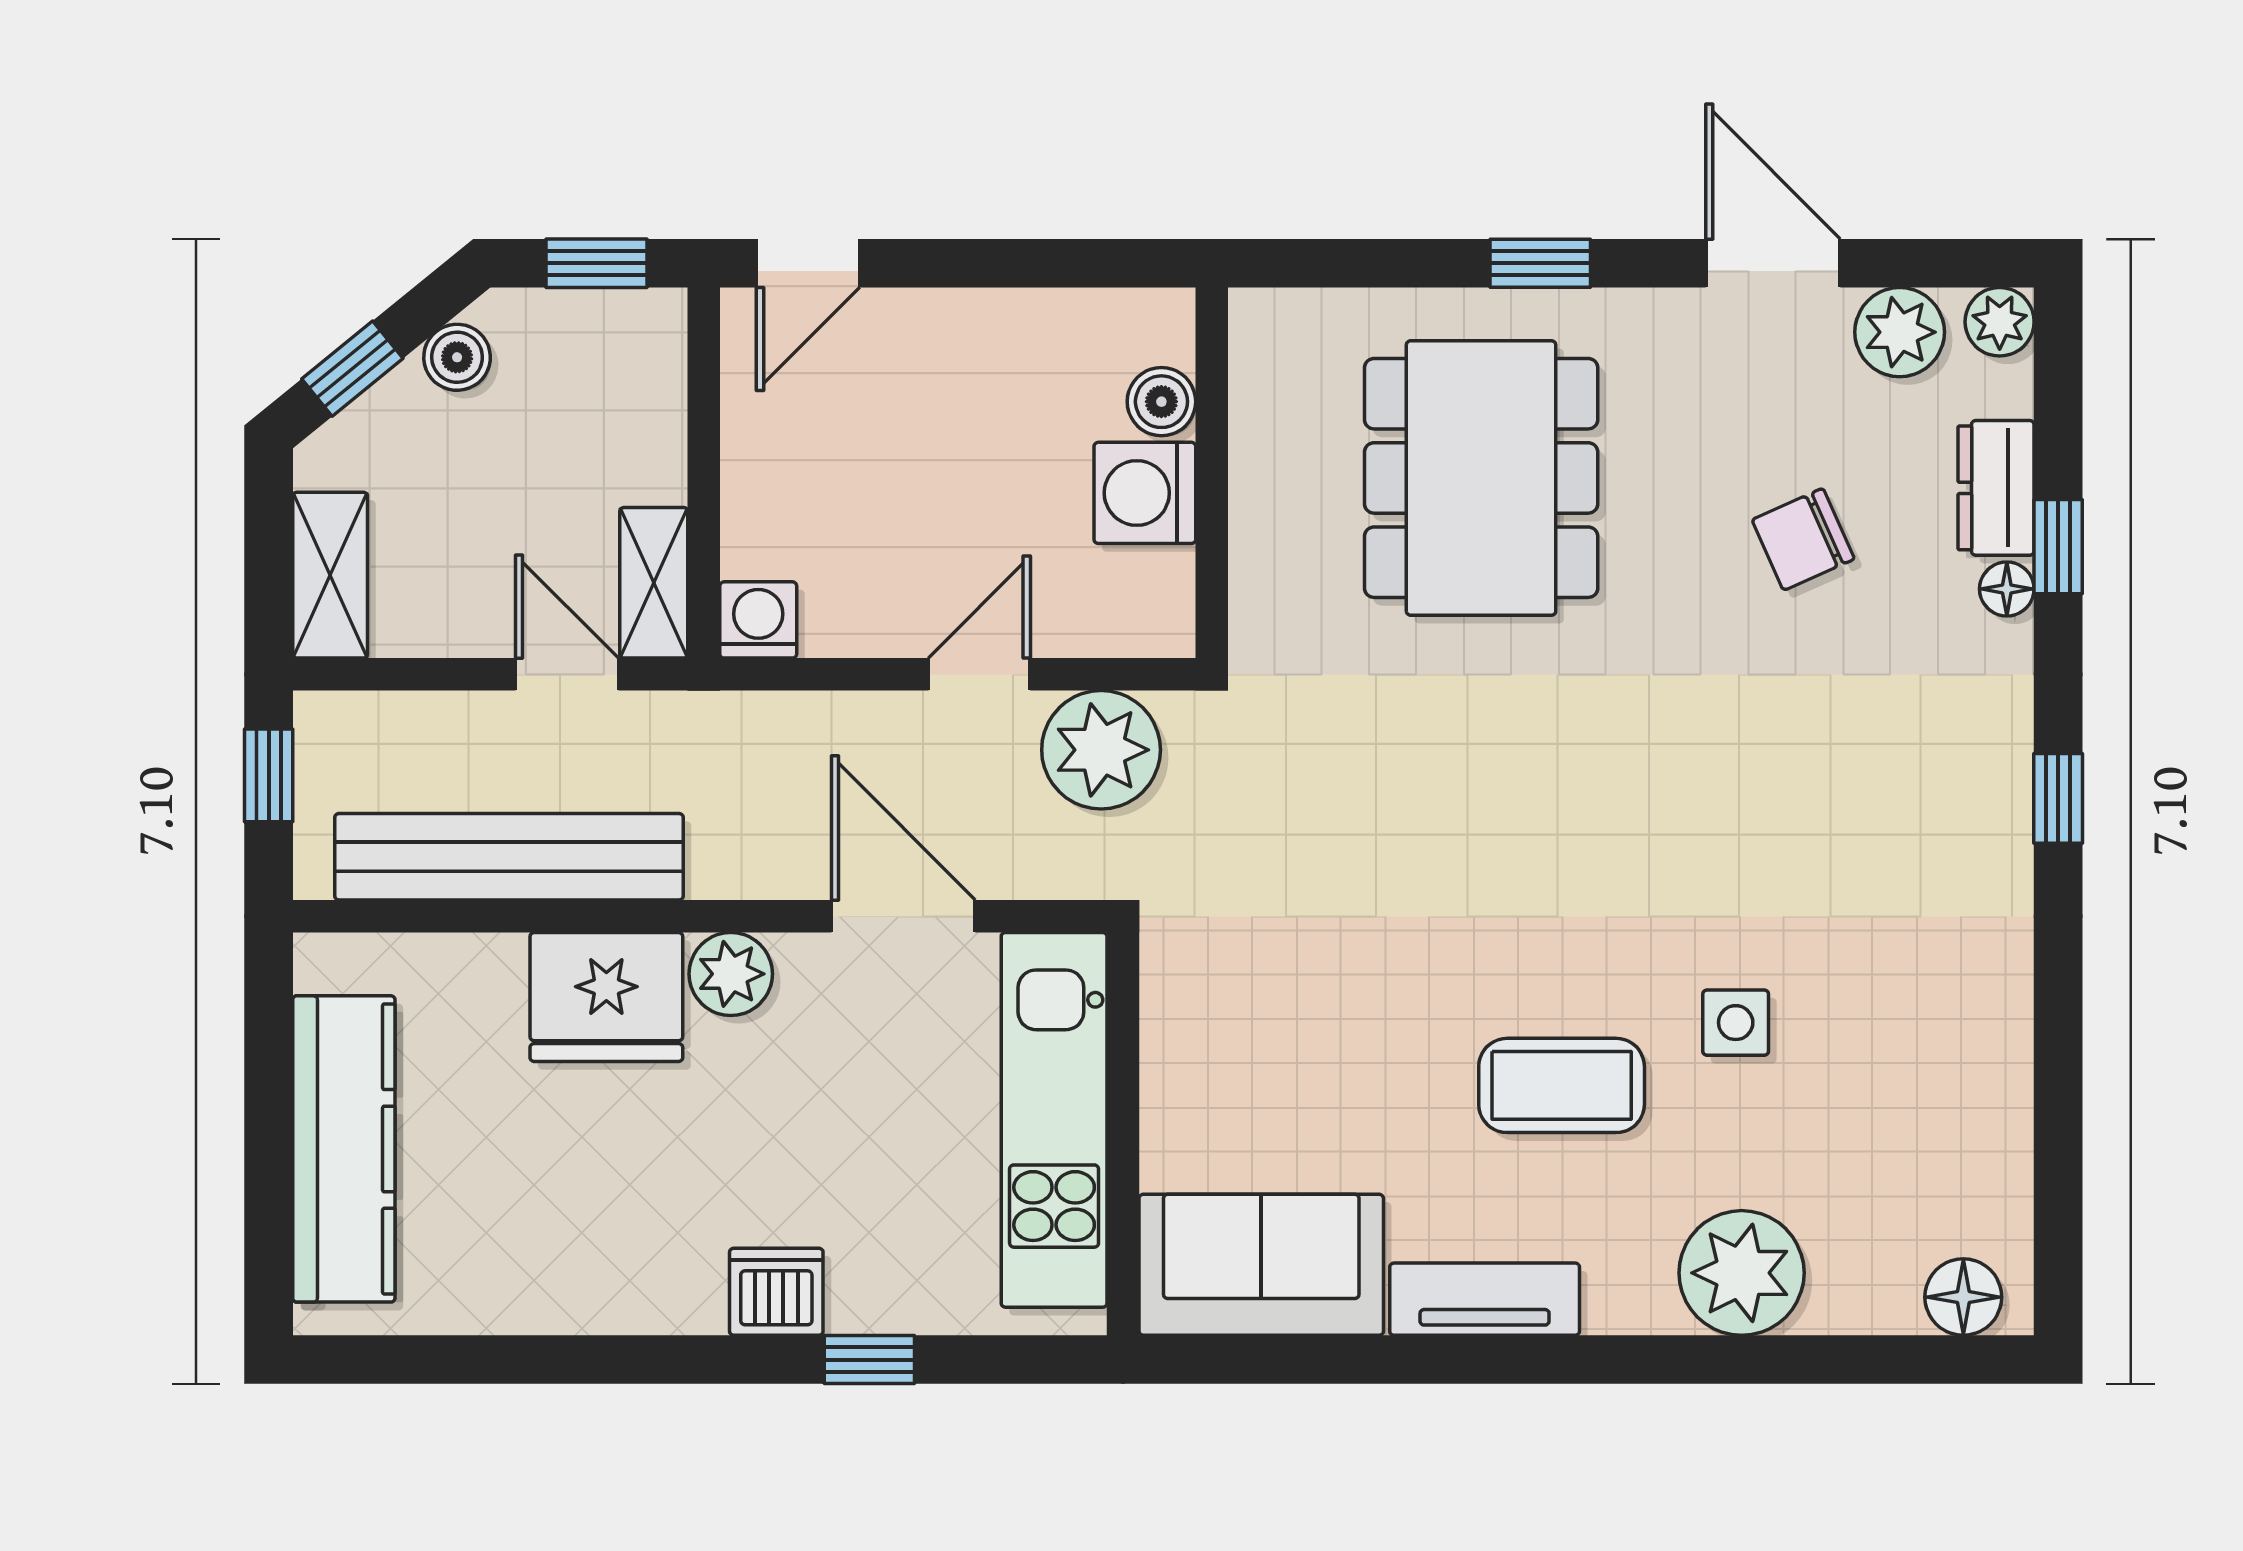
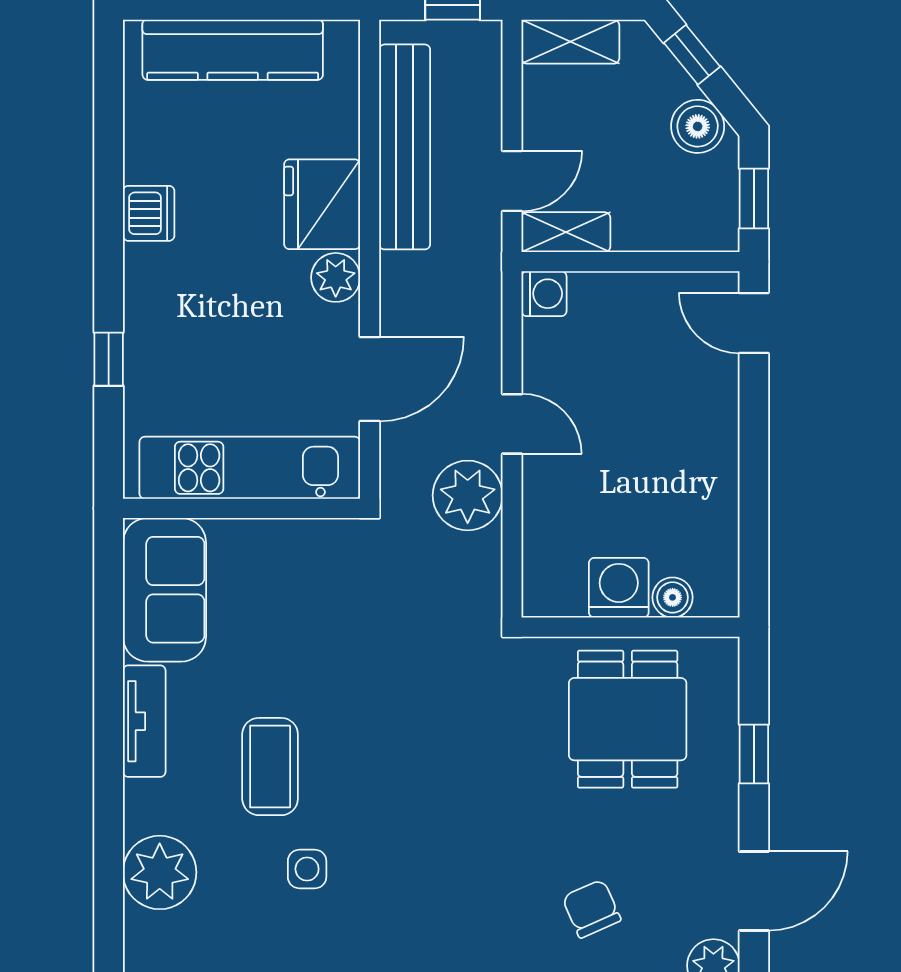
boiler: (457, 357) -> (698, 126), width x1.36, depth x1.36
boiler: (1161, 402) -> (673, 597), moved
wall: (1212, 473) -> (631, 627), moved
dining table: (1481, 478) -> (628, 719), width x0.73
washing machine: (1145, 493) -> (619, 588), moved
dishwasher: (776, 1292) -> (149, 213), moved

